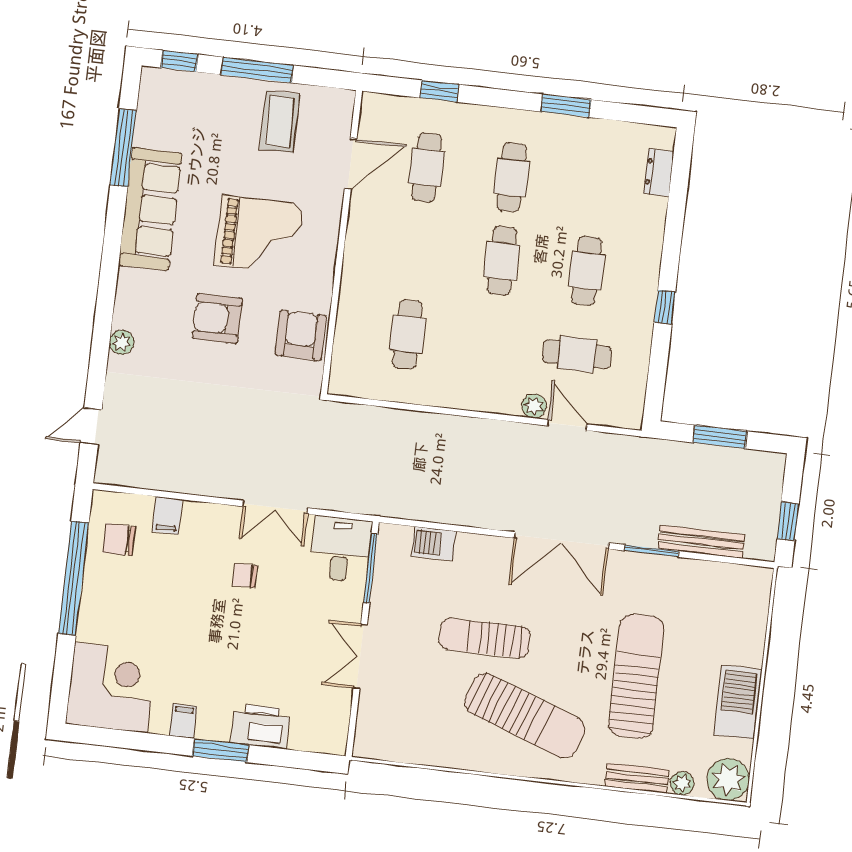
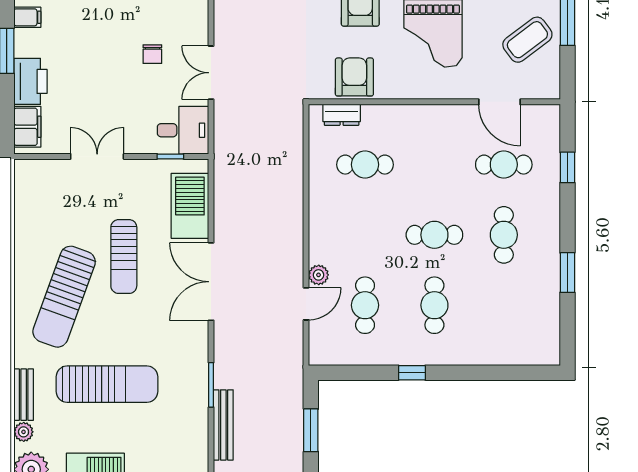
coffee table: (280, 121) -> (527, 40), turned -37
dresser: (659, 172) -> (342, 115), moved, turned 180
cafe table: (512, 177) -> (504, 235), turned 90
cafe table: (587, 271) -> (434, 305), turned 90
armchair: (300, 335) -> (354, 77), turned -90
double door: (561, 540) -> (211, 282), moved
barbecue: (434, 543) -> (190, 206), width x1.88, depth x1.53
window: (371, 568) -> (170, 156), width x0.46
chair: (245, 575) -> (152, 54), turned 180
sun lounger: (485, 638) -> (124, 257), turned 180
filing cabinet: (315, 736) -> (27, 127), added

